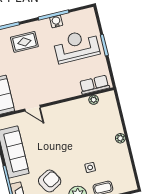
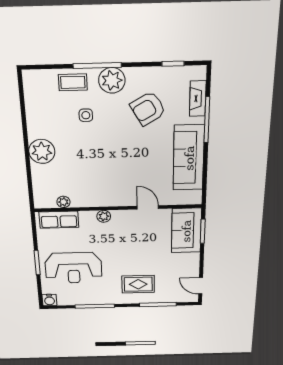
water cooler: (56, 21) -> (49, 300), moved
plant: (63, 94) -> (104, 216), added
plant: (120, 138) -> (42, 151), width x1.88, depth x1.88

